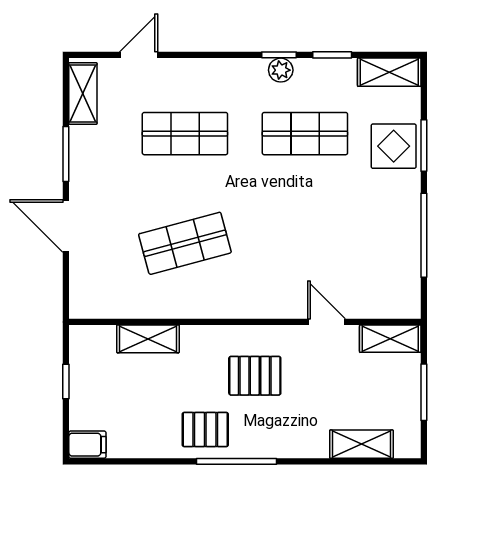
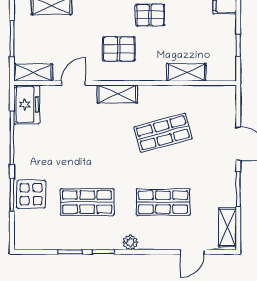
plant: (281, 70) -> (130, 242), moved
shelving: (389, 72) -> (117, 94), moved
freezer: (401, 288) -> (27, 105), added
door: (326, 322) -> (74, 83), swing flipped

